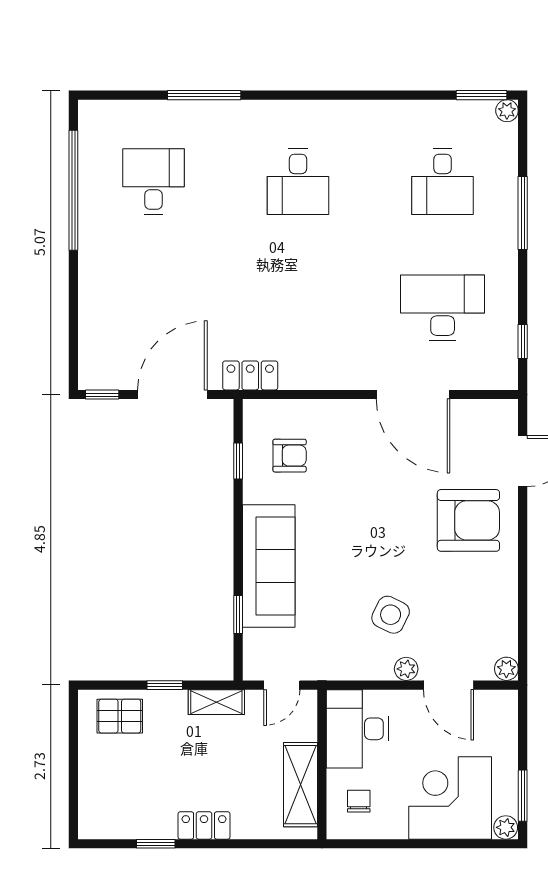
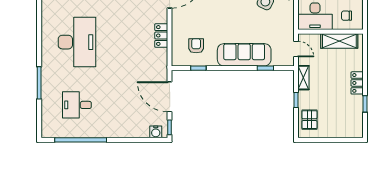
desk: (298, 182) -> (77, 42), width x1.87, depth x1.30
water cooler: (91, 363) -> (156, 132), added
locker: (250, 375) -> (161, 36), moved

